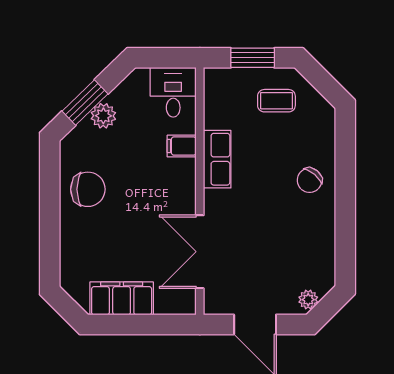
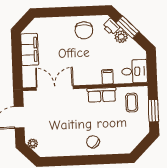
coffee table: (276, 101) -> (132, 103), moved
printer: (83, 135) -> (111, 27), added

